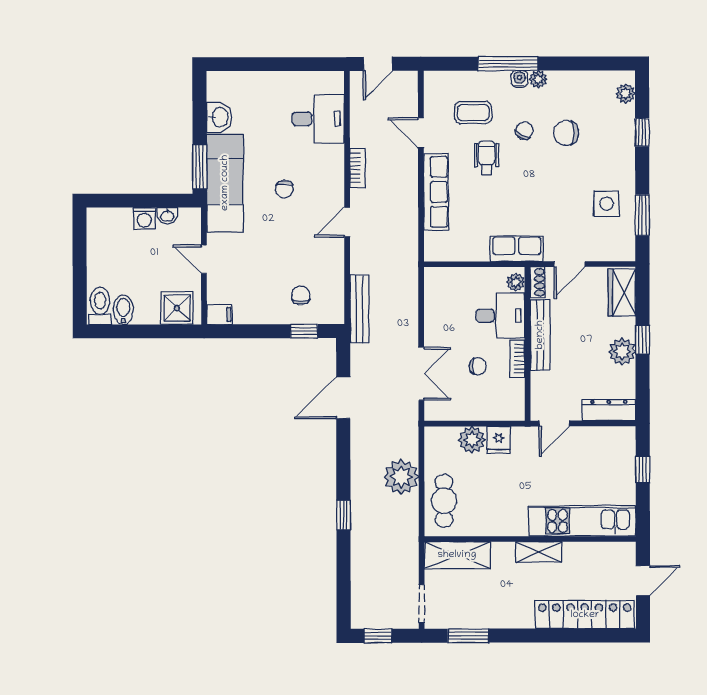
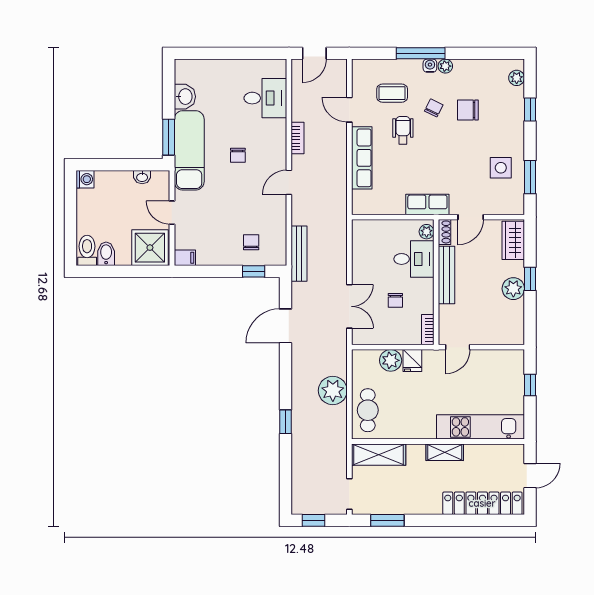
washing machine: (144, 218) -> (85, 179), moved, turned -90
shower: (177, 308) -> (150, 248), width x1.36, depth x1.36
bookcase: (517, 359) -> (428, 330), moved
chair: (478, 366) -> (395, 300), turned 90
dresser: (609, 410) -> (502, 336), removed

